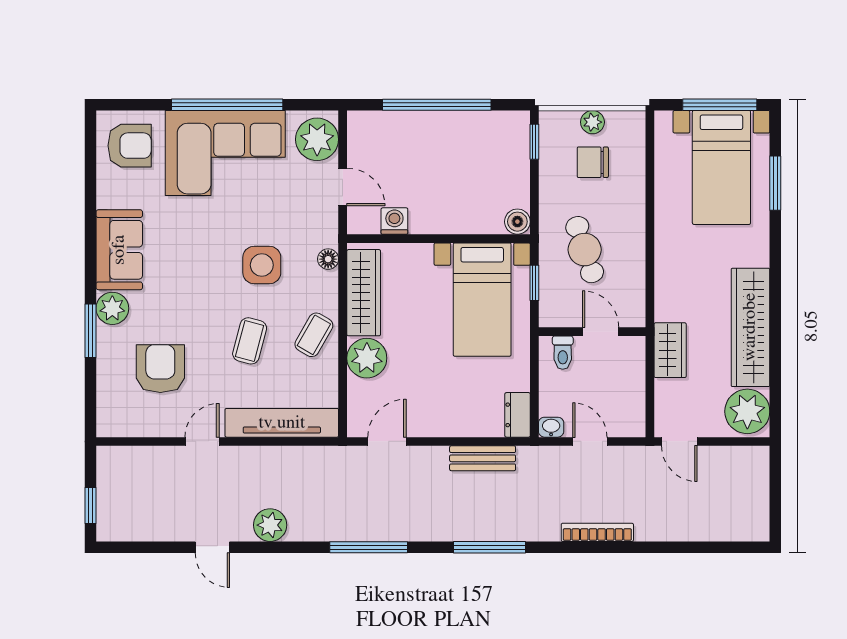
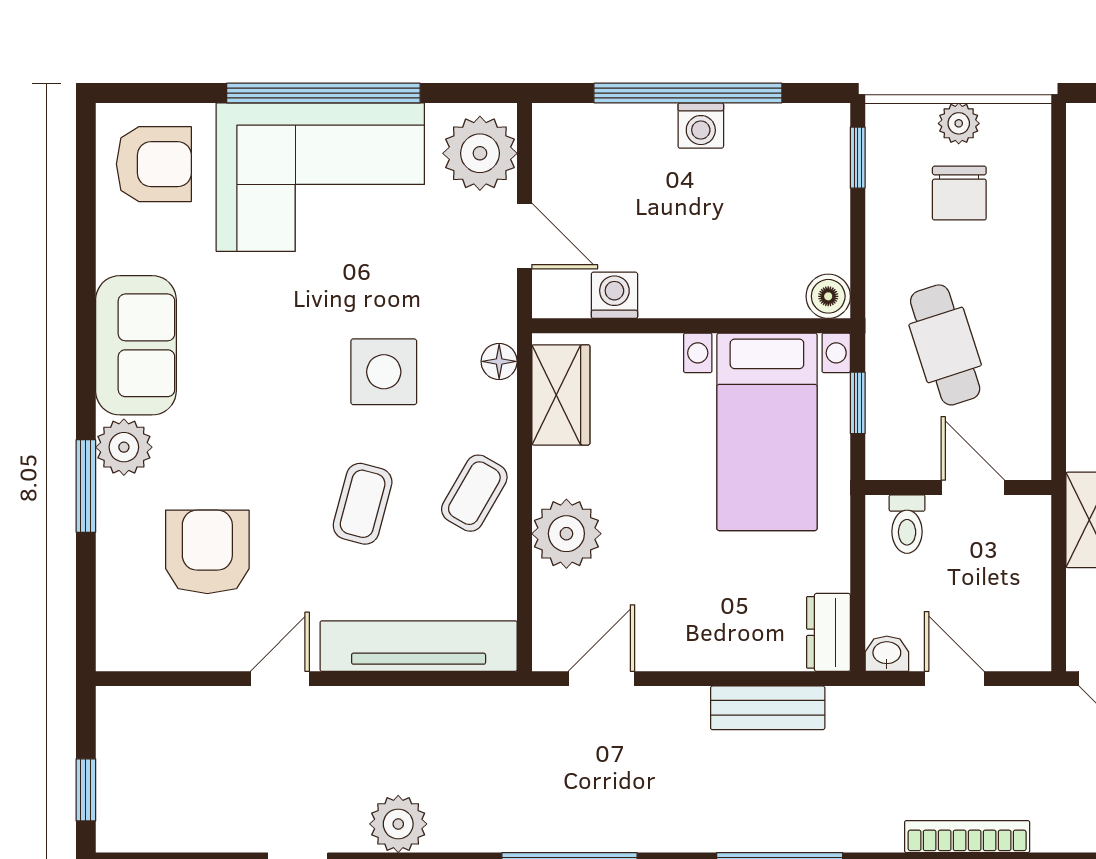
washing machine: (444, 123) -> (701, 125), added
chair: (593, 162) -> (959, 193), turned -90
wardrobe: (364, 293) -> (561, 395), width x0.67

